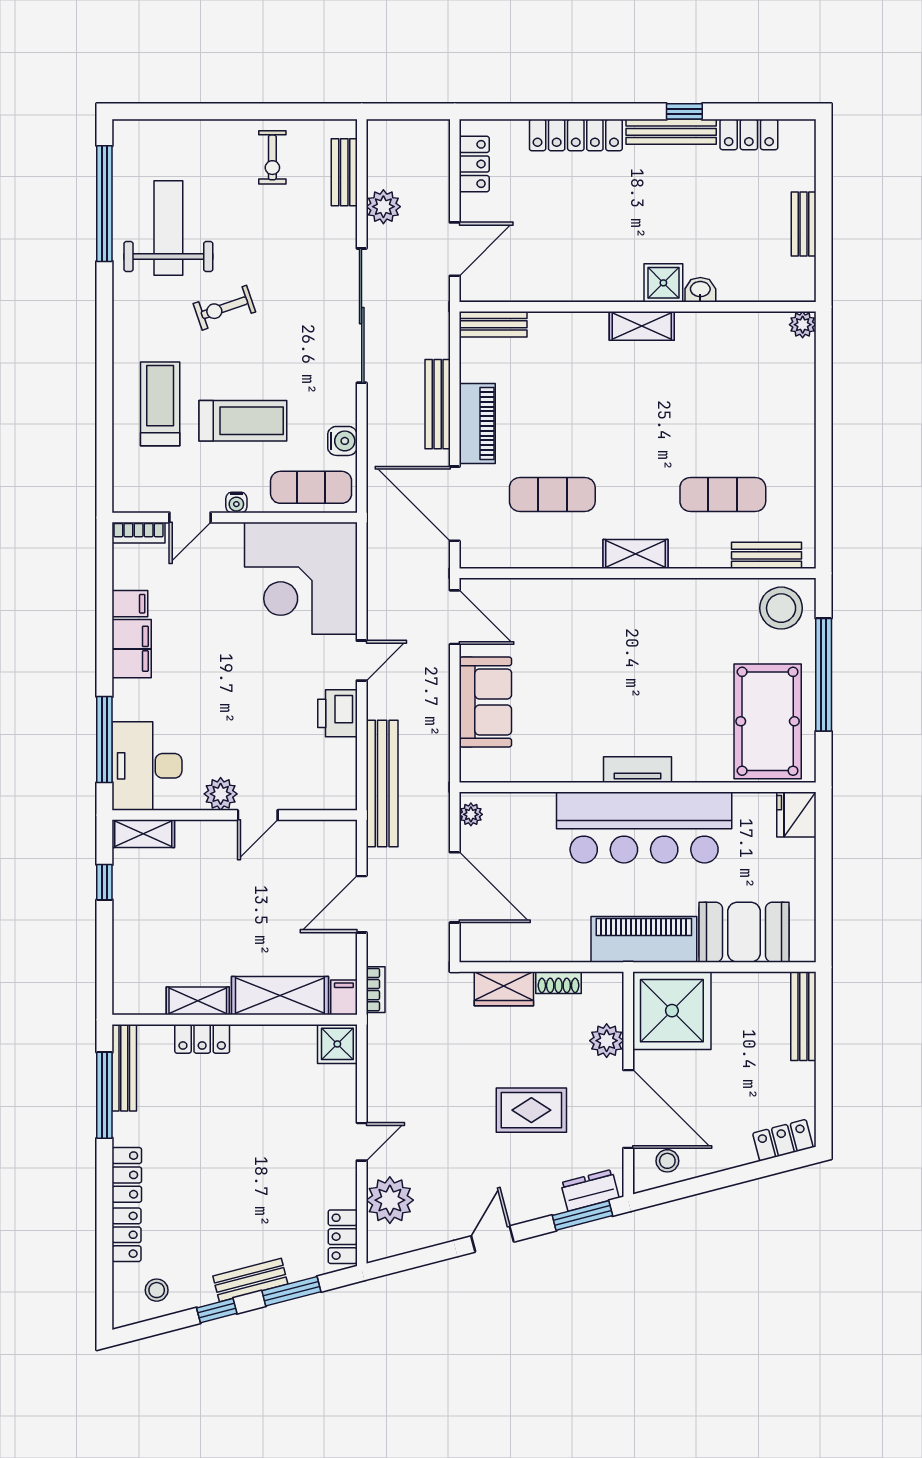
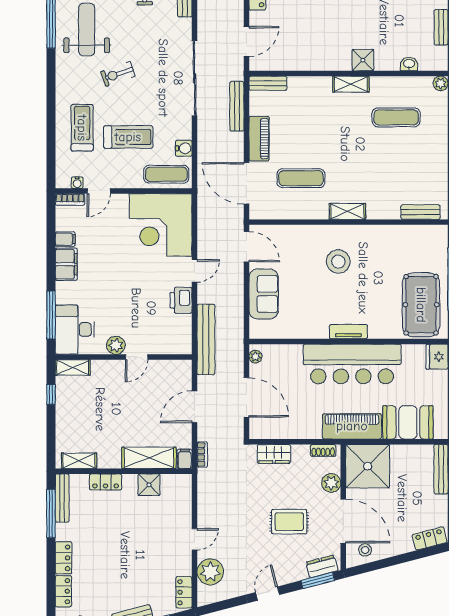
plant: (383, 207) -> (207, 18), removed
washbasin: (700, 290) -> (409, 64), moved
bench: (438, 404) -> (237, 106), moved
exercise mat: (723, 495) -> (396, 117), moved
water cooler: (236, 502) -> (77, 183), moved
stool: (781, 608) -> (338, 262), moved
shoe rack: (558, 983) -> (323, 451), moved
shelving: (198, 1001) -> (79, 461), moved
shower: (337, 1044) -> (149, 485), moved

